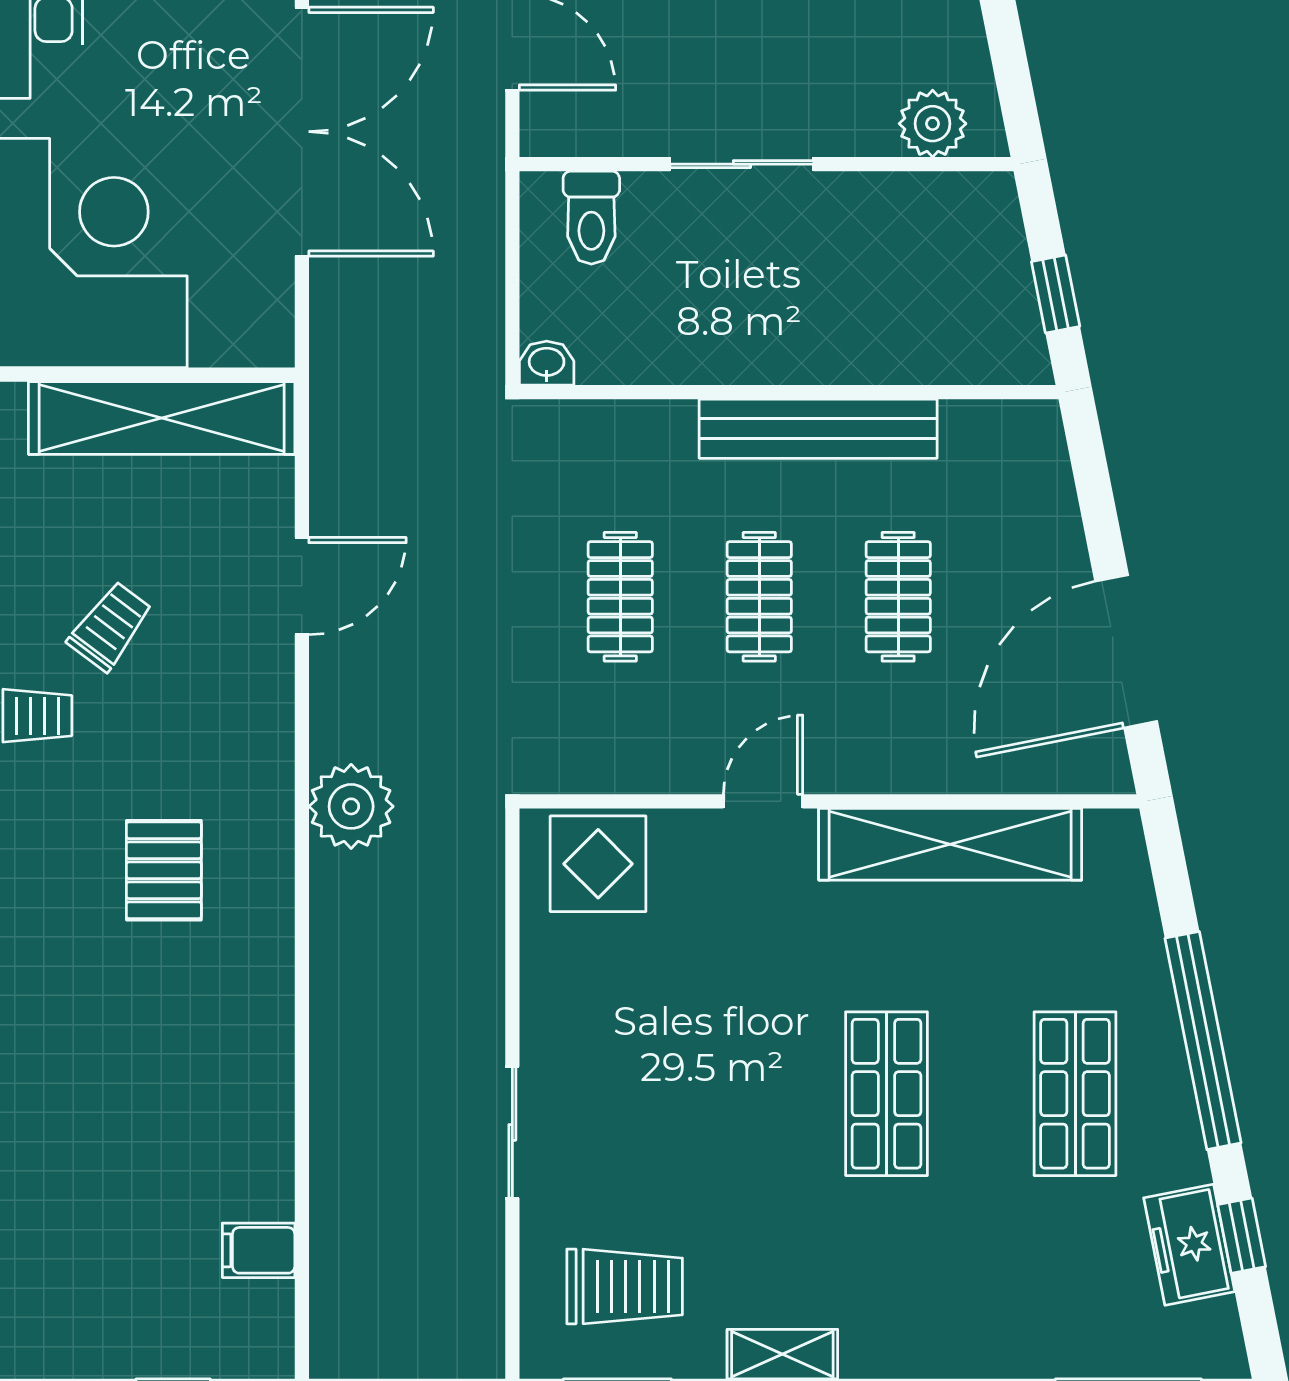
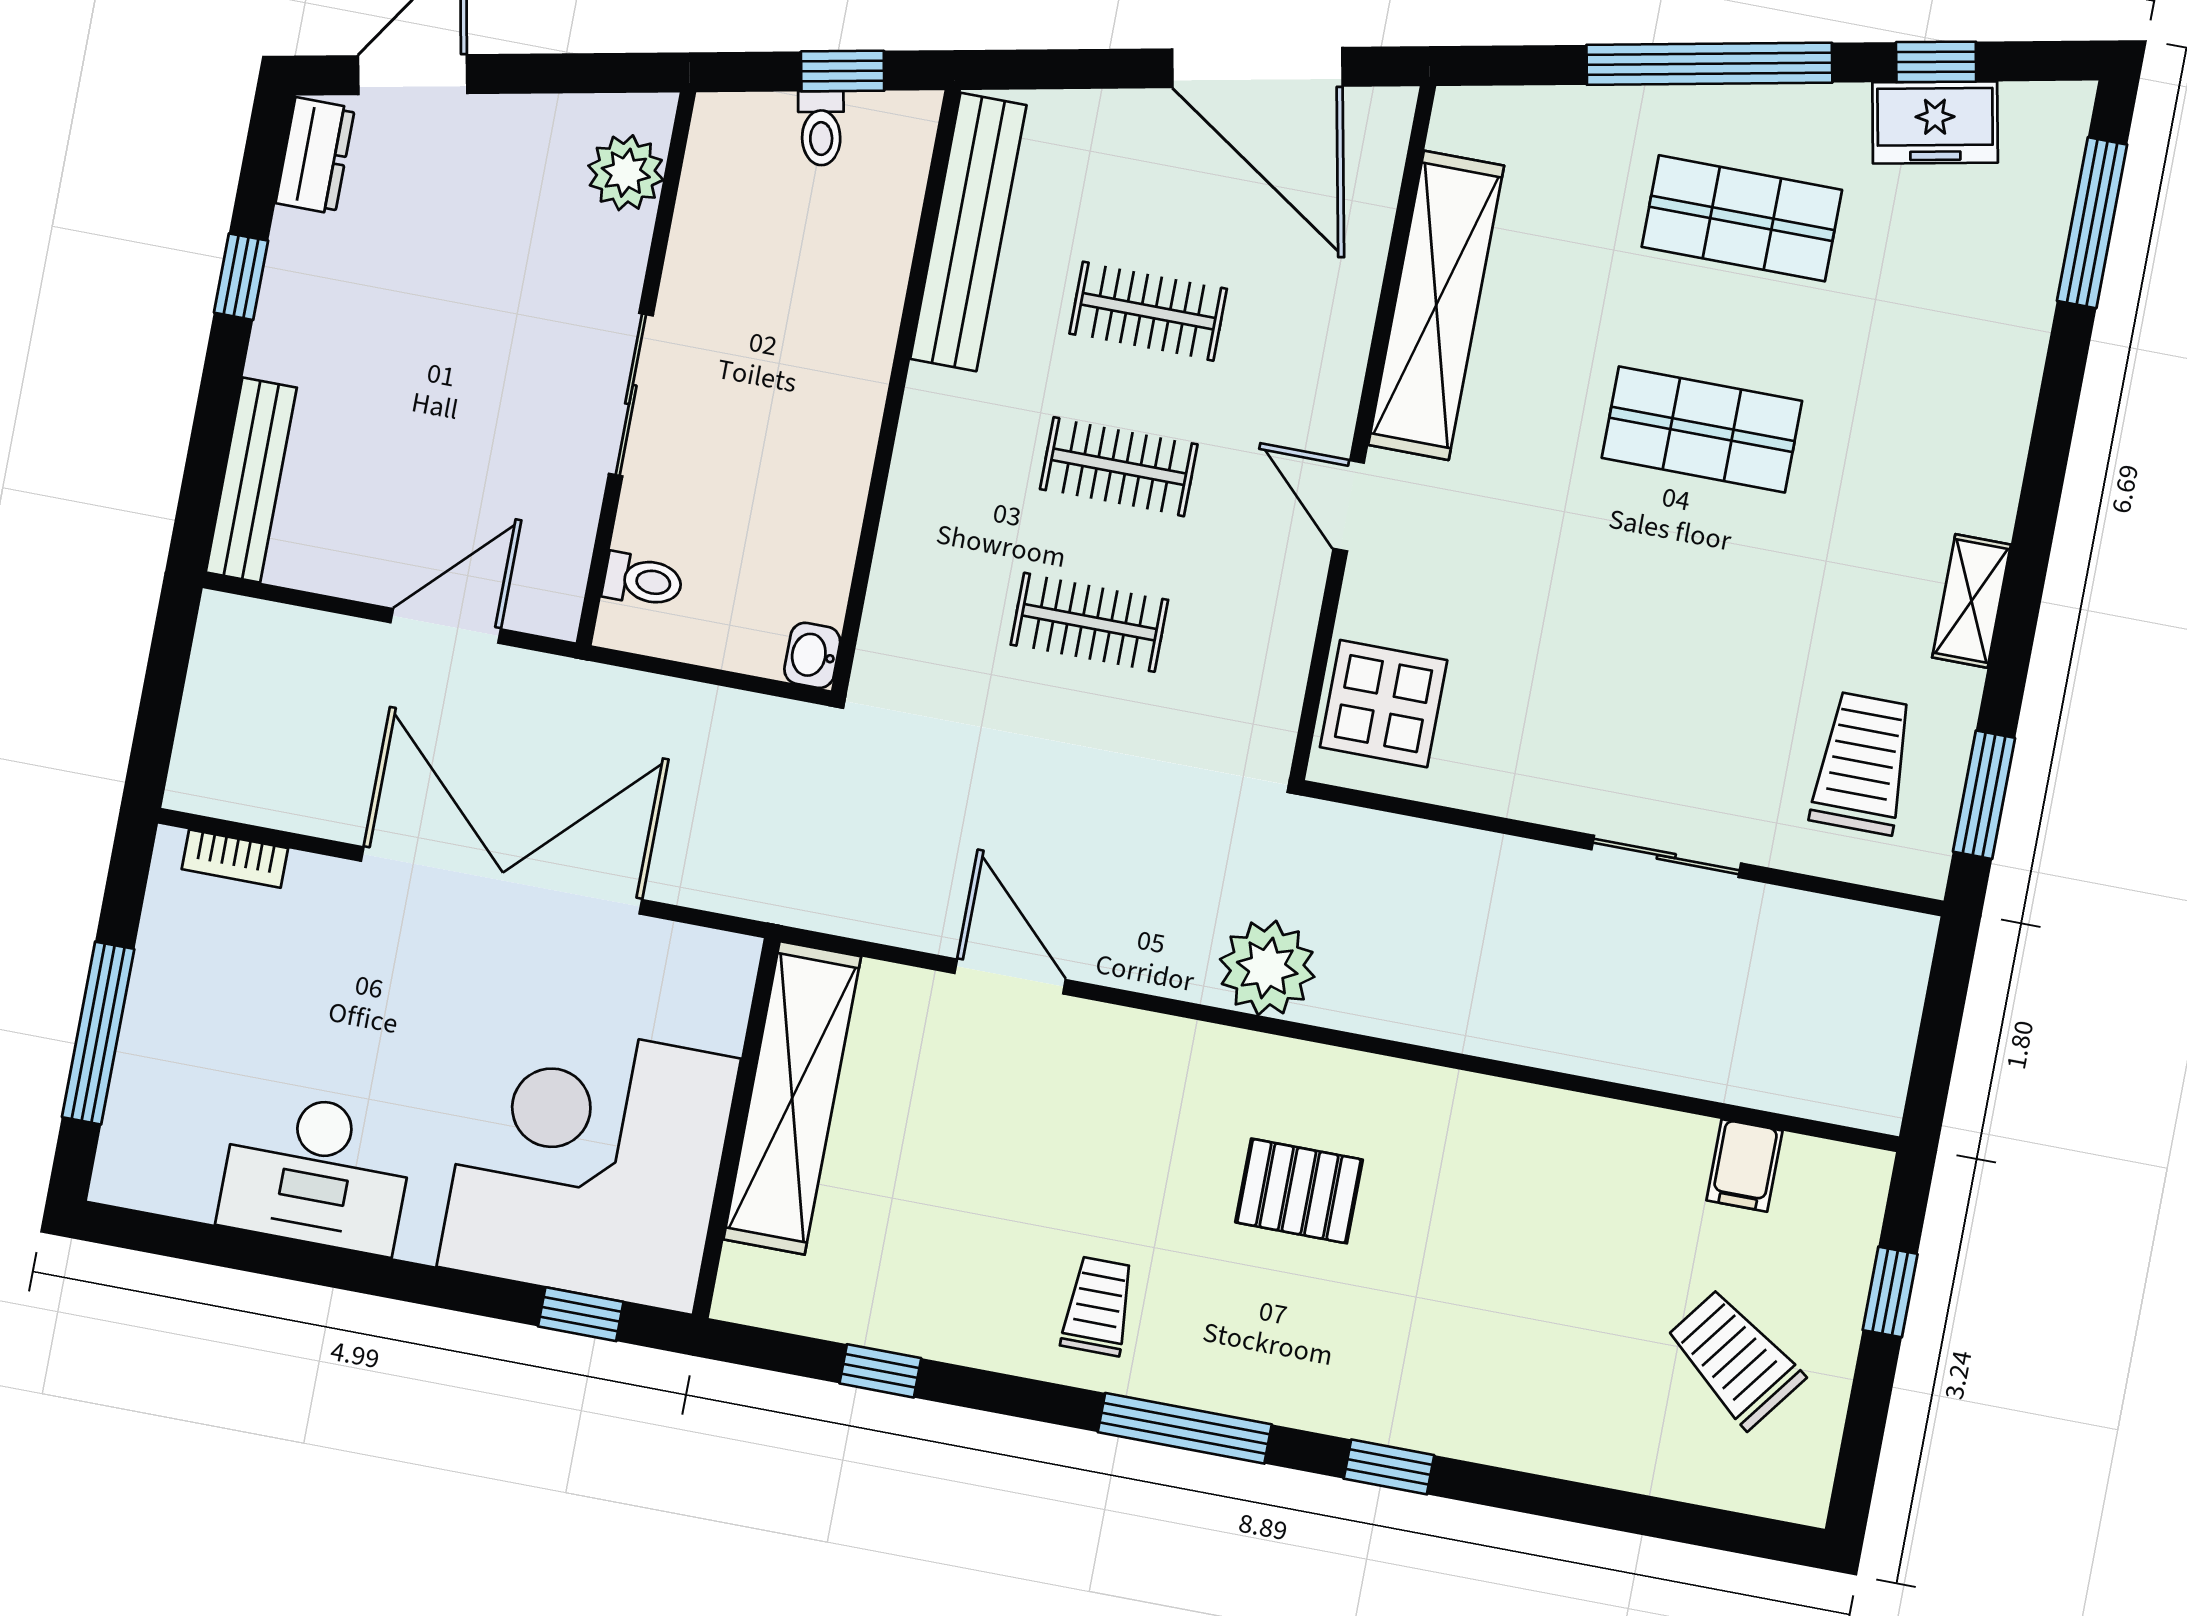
toilet: (591, 218) -> (643, 580), width x0.73, depth x0.72
toilet: (1003, 285) -> (821, 128), added
bench: (818, 429) -> (968, 232), moved
trolley: (110, 626) -> (1735, 1358), moved, width x1.36, depth x1.39

